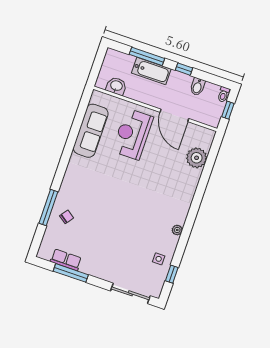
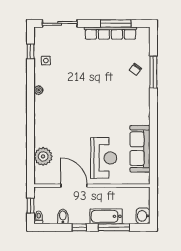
washbasin: (116, 86) -> (143, 216), moved, turned 90
row of seats: (66, 260) -> (110, 33), width x2.02

